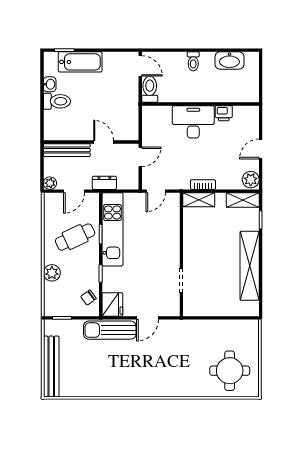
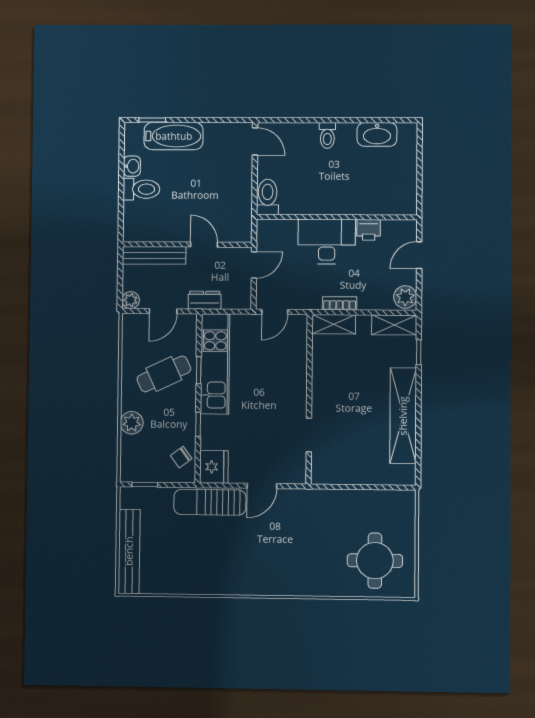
toilet: (150, 89) -> (268, 197), moved
wall: (200, 104) -> (337, 217), moved
printer: (224, 113) -> (369, 230), moved
desk: (193, 122) -> (327, 242), moved

